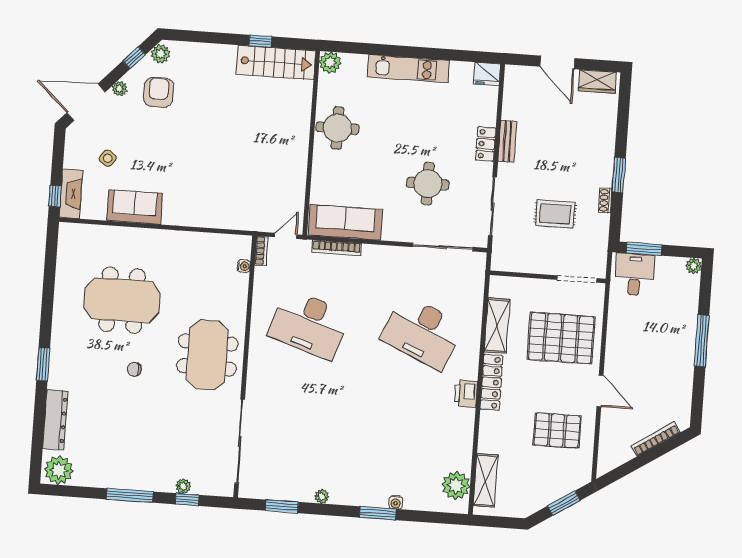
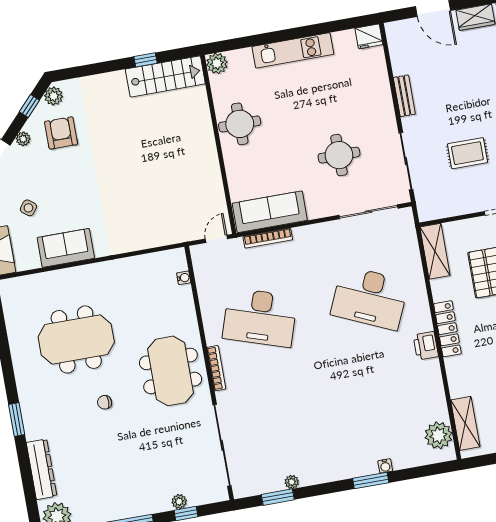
locker: (486, 144) -> (384, 103), removed
bookcase: (261, 251) -> (216, 368), moved, width x1.56
shelving: (497, 325) -> (435, 251), moved
plant: (322, 496) -> (292, 482), moved

